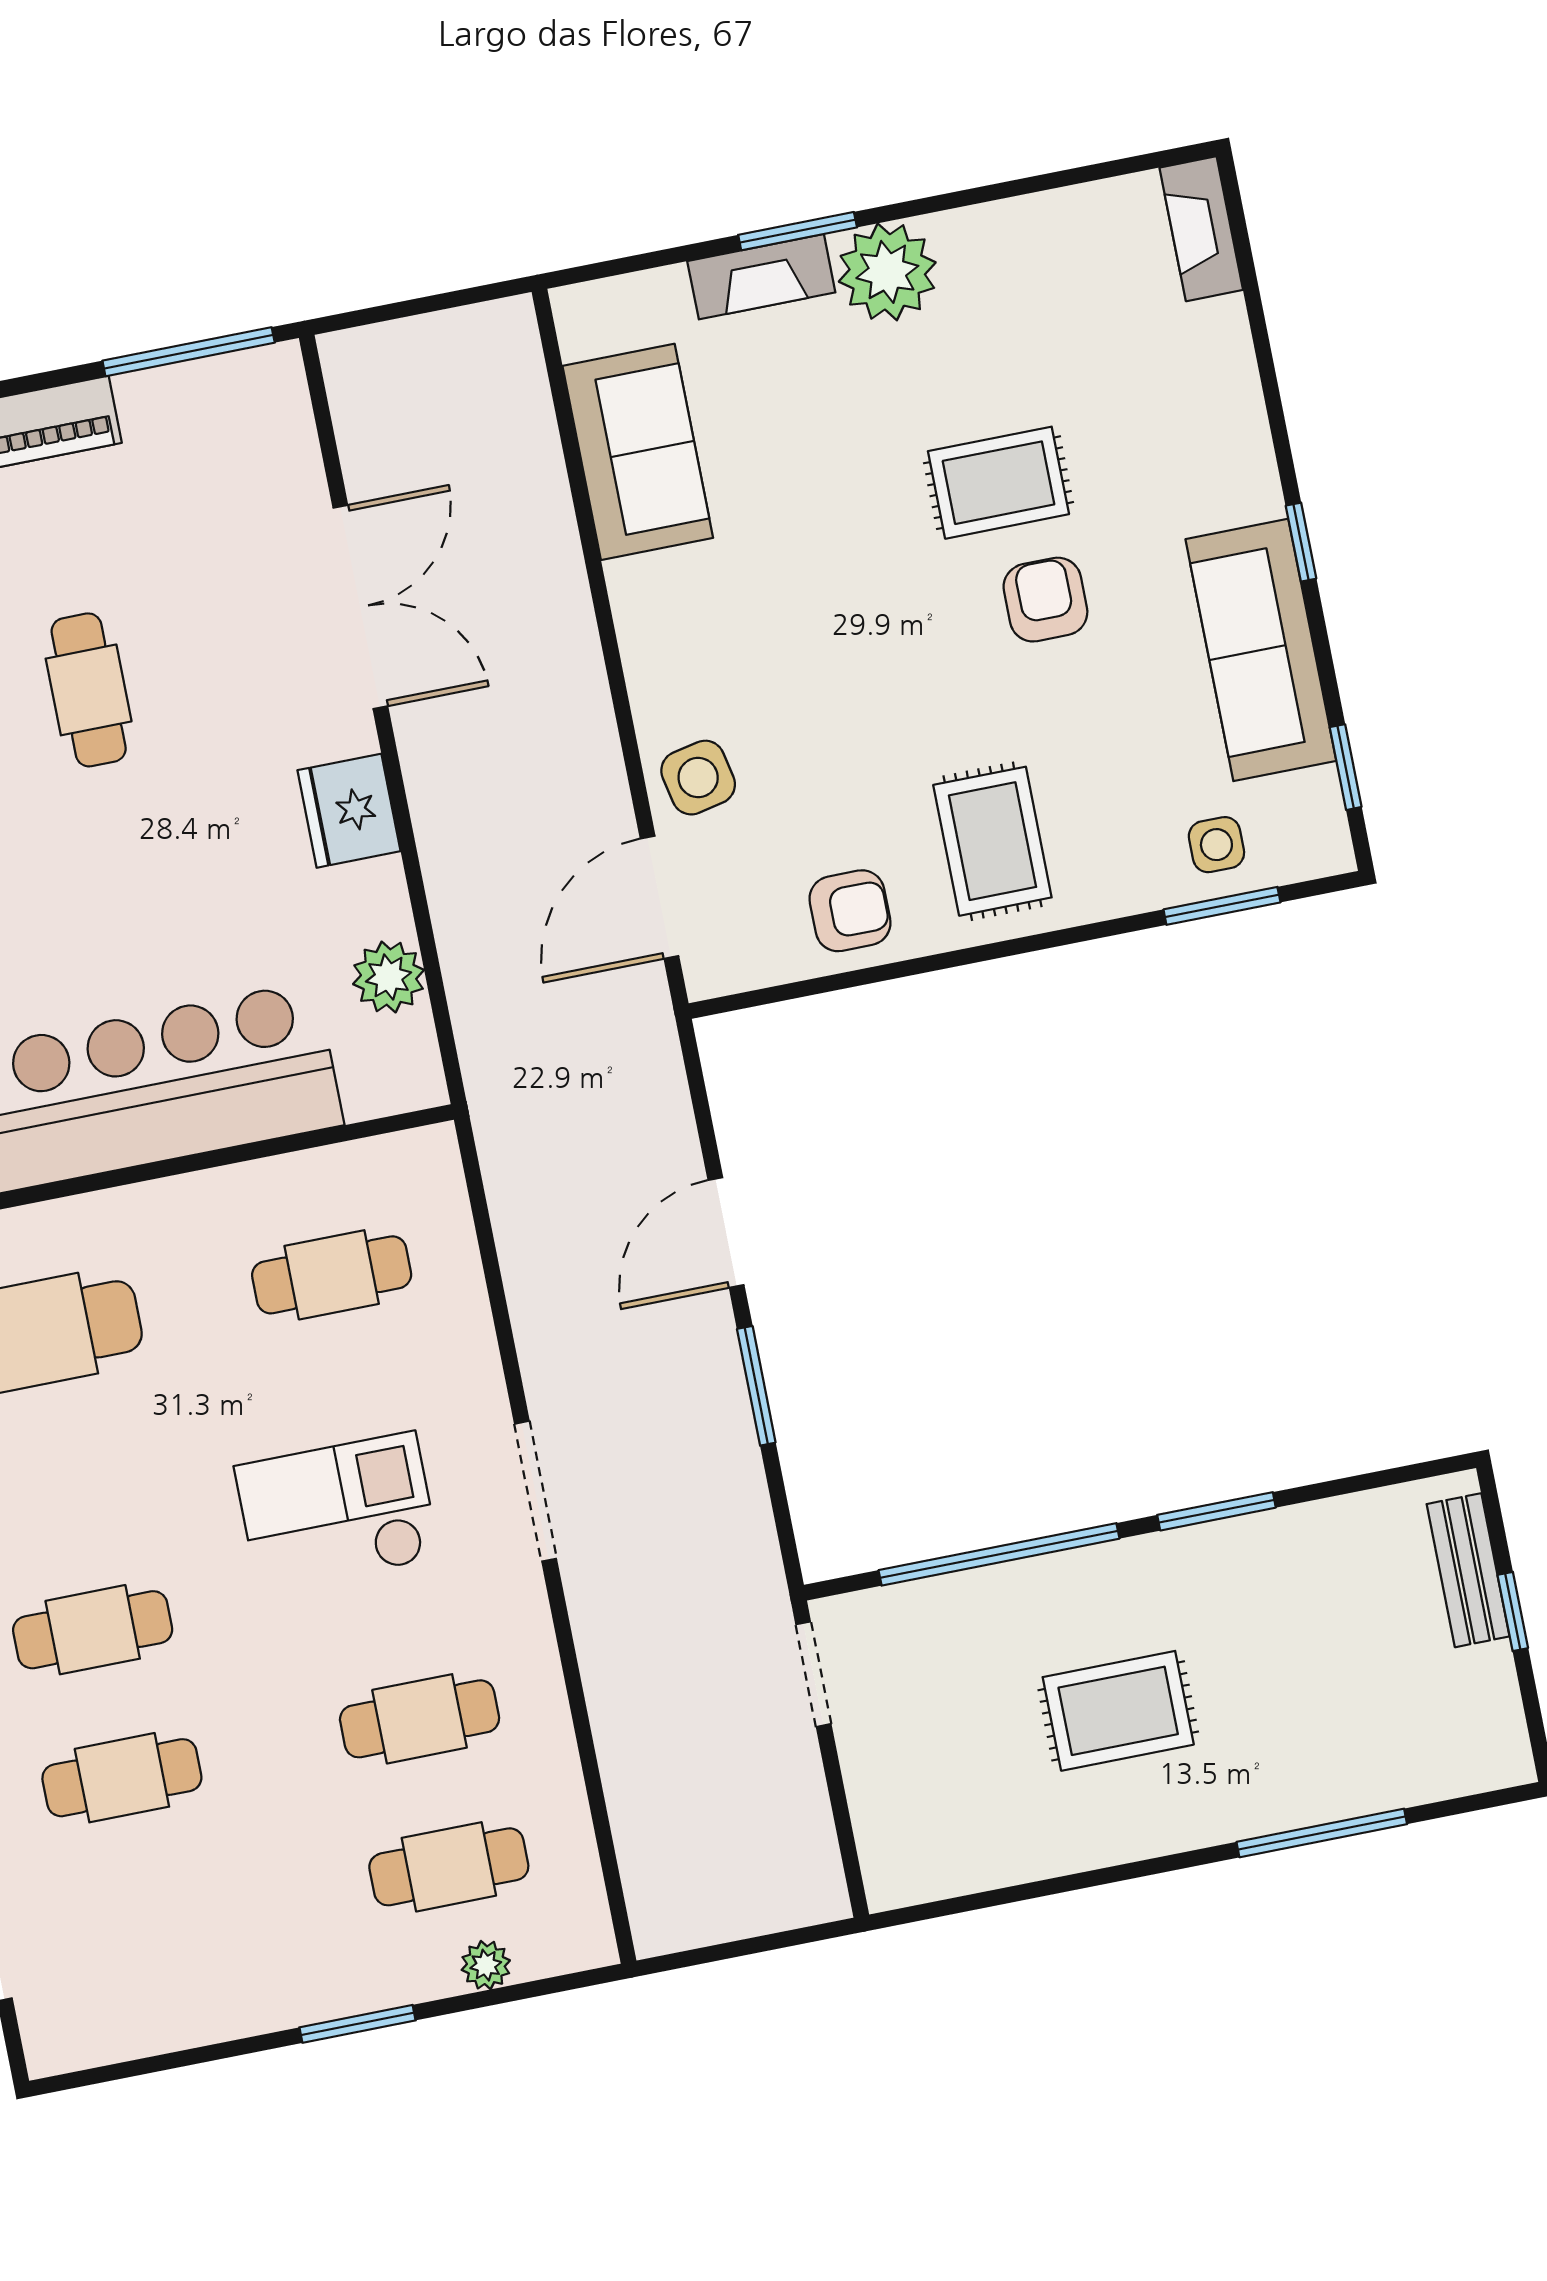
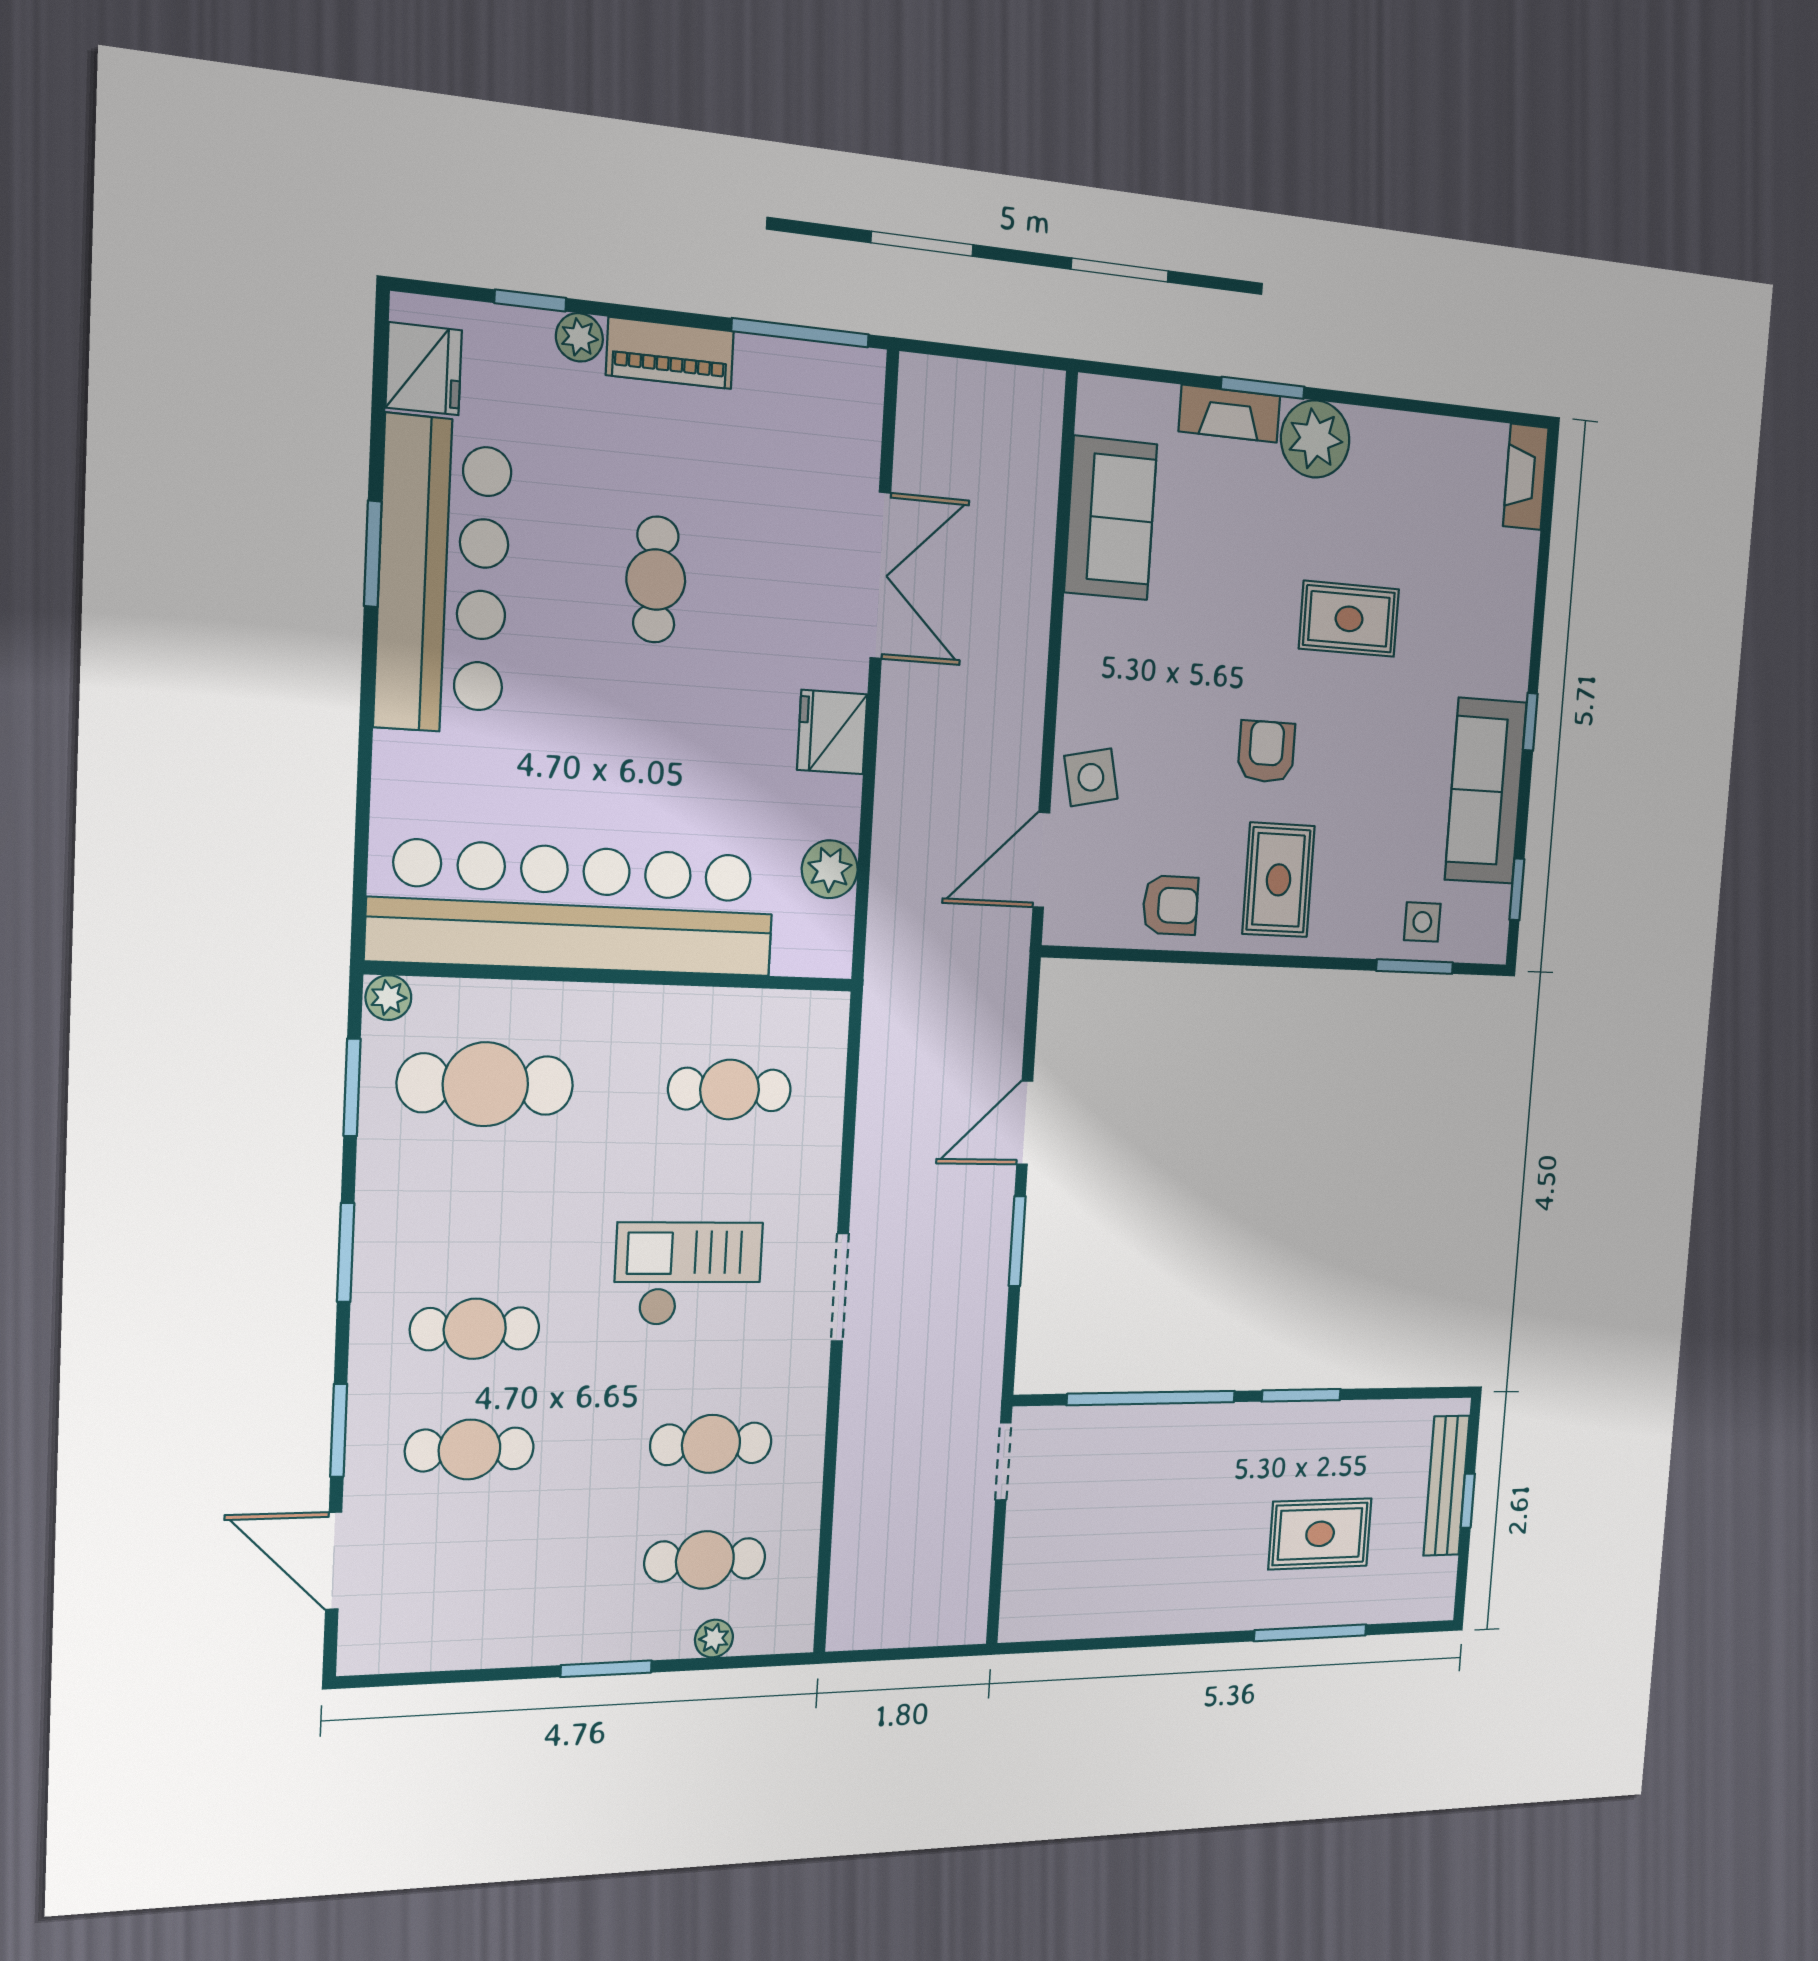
armchair: (1045, 600) -> (1266, 752), moved
bench: (1468, 1570) -> (1446, 1486), width x1.36
rug: (1118, 1711) -> (1320, 1534), moved

